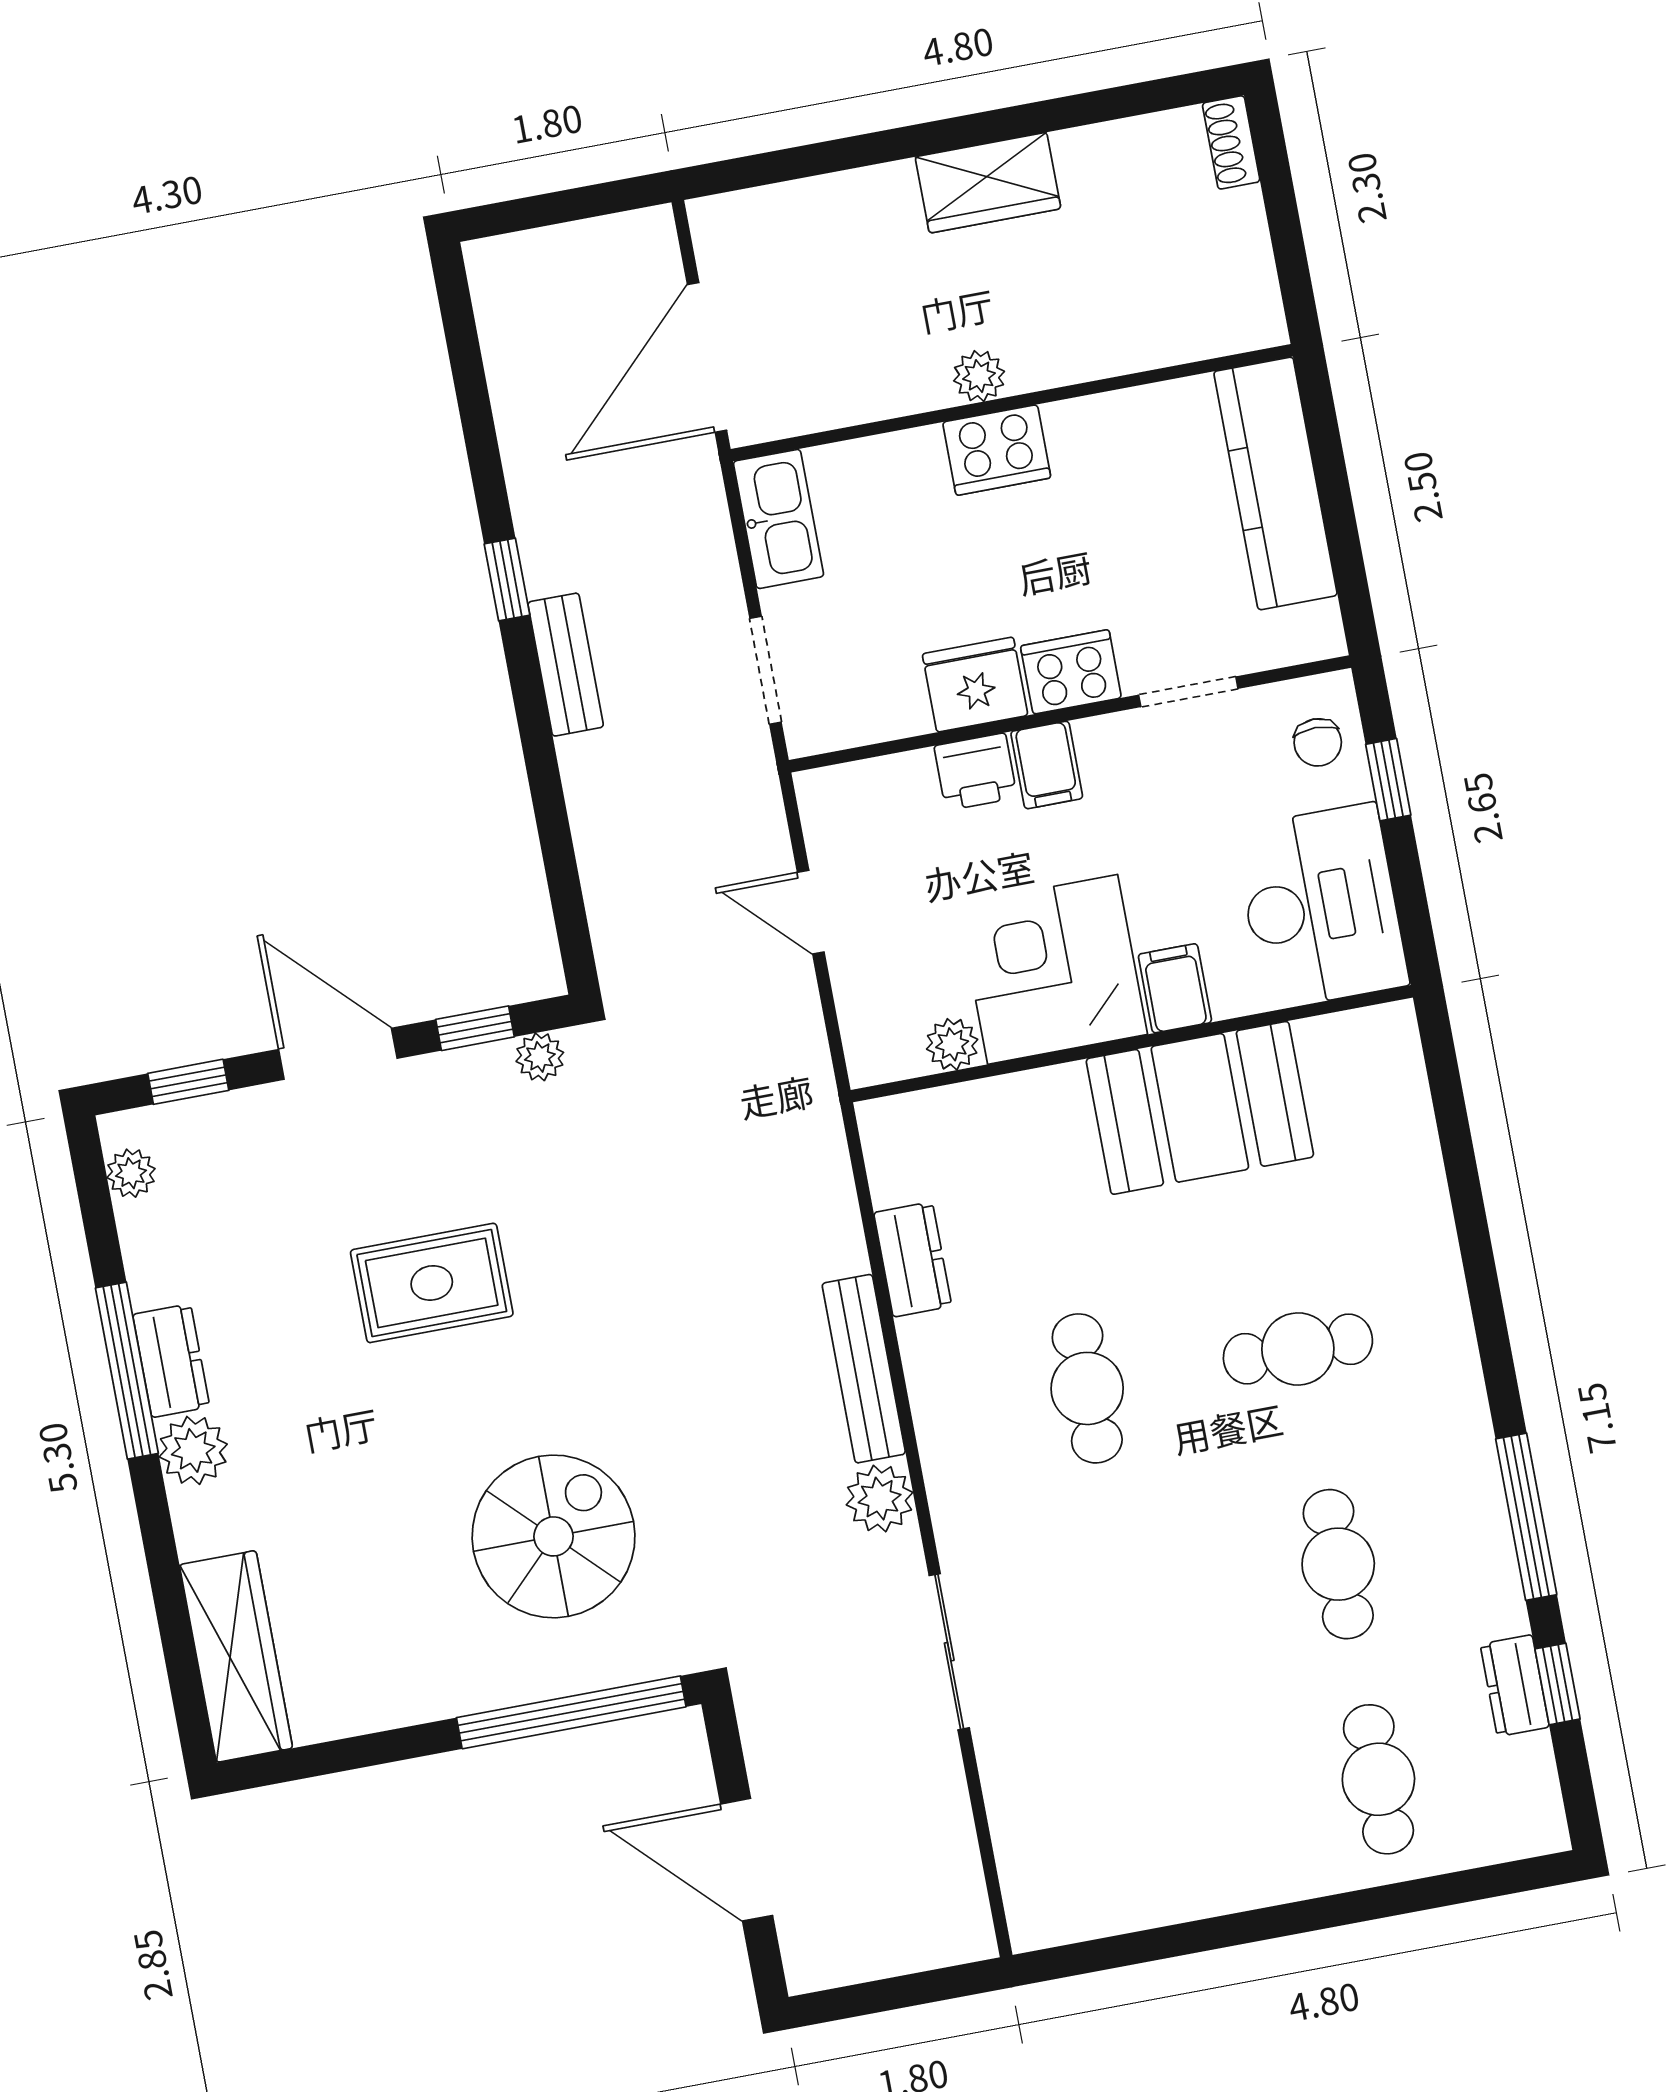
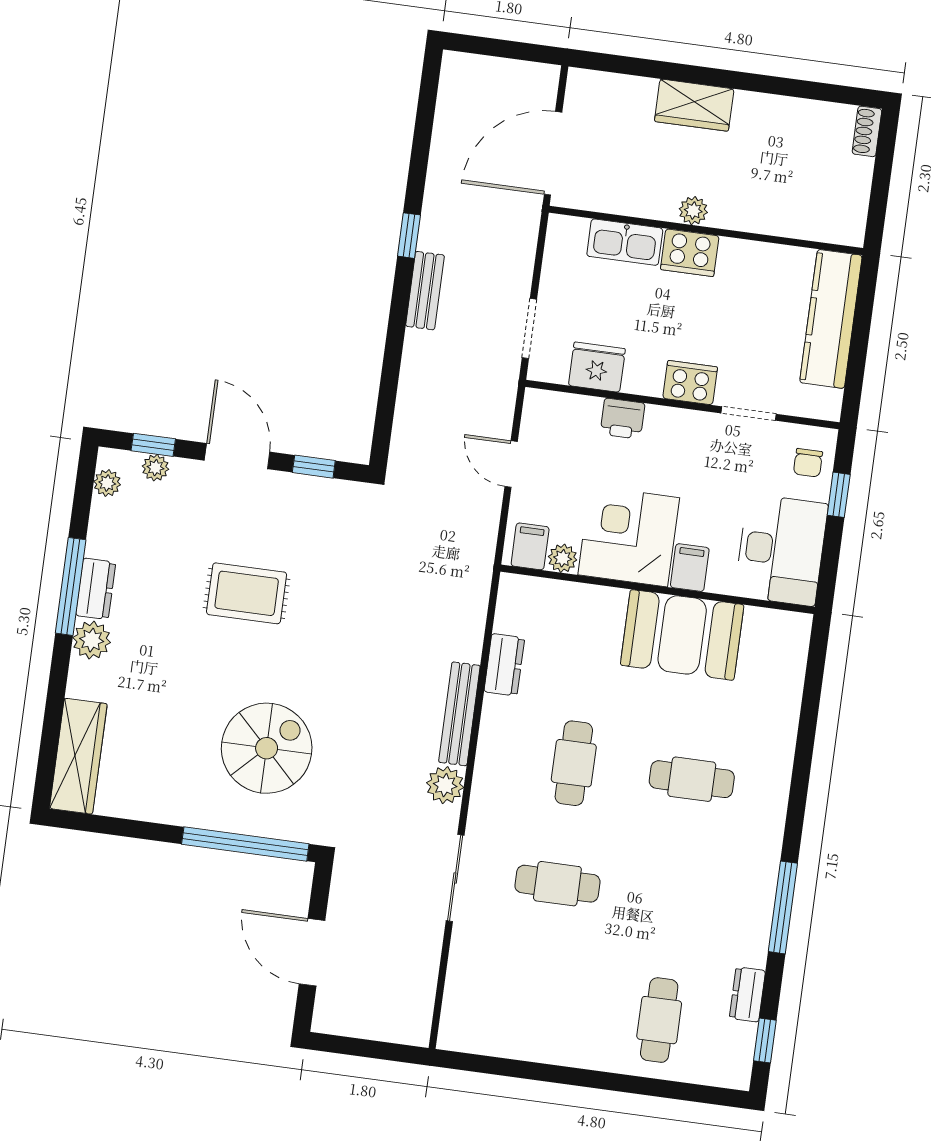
wardrobe: (988, 183) -> (694, 105), moved
kitchen sink: (778, 519) -> (625, 242), moved, turned 90
fridge: (975, 685) -> (597, 367), moved
filing cabinet: (1047, 765) -> (530, 546), moved, turned 180
plant: (540, 1057) -> (155, 468), moved
cafe table: (1338, 1564) -> (557, 884), moved, turned 90
window: (1557, 1684) -> (765, 1040), moved

